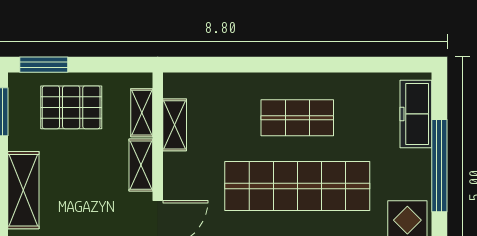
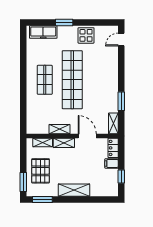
shelving: (175, 125) -> (60, 129), moved
window: (439, 166) -> (64, 23), width x0.47

